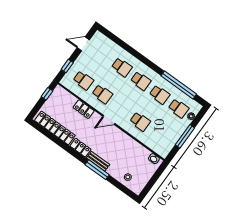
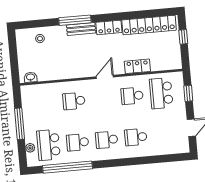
school desk: (83, 80) -> (161, 93), width x1.85
window: (47, 94) -> (183, 37), moved
school desk: (179, 108) -> (48, 145), width x1.85

